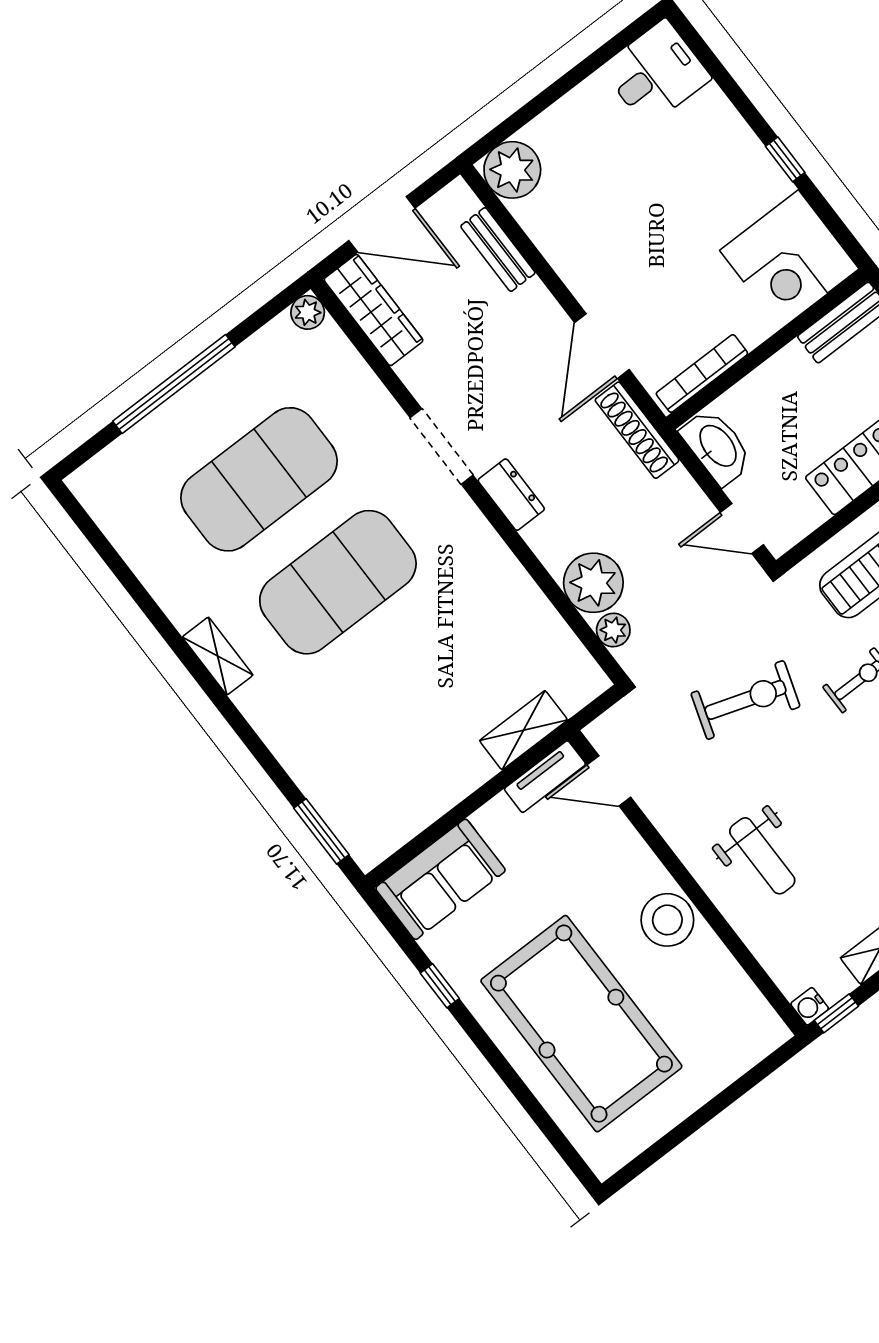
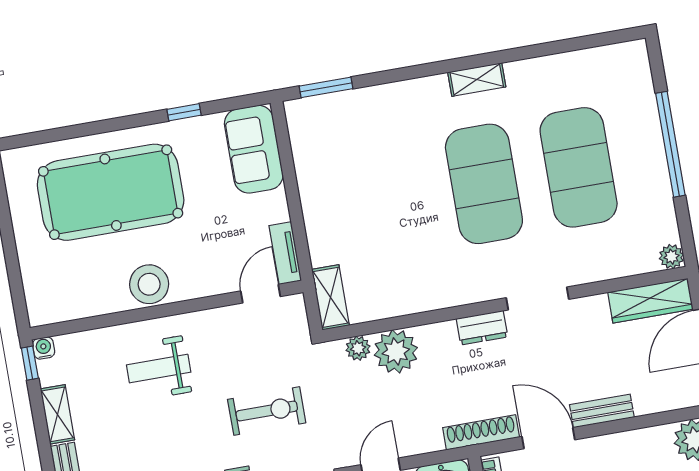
bench: (498, 250) -> (602, 411), moved
exercise bike: (745, 700) -> (267, 411), turned -108
shelving: (524, 730) -> (330, 297), moved

